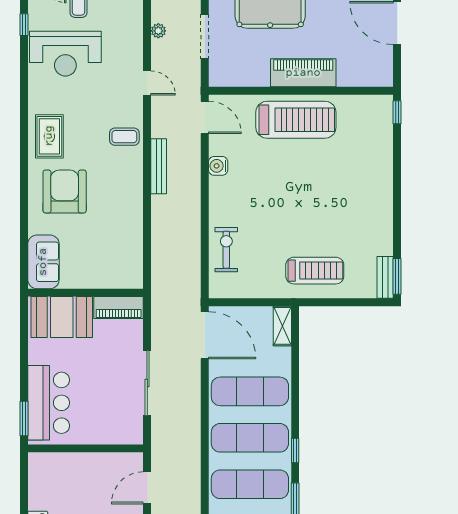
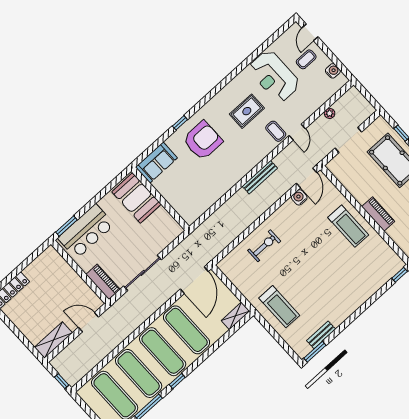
window: (24, 25) -> (180, 123), moved
piano: (303, 73) -> (378, 214), width x0.73, depth x0.75
treadmill: (296, 120) -> (348, 226), width x0.73, depth x0.73
rug: (49, 136) -> (247, 111), moved
coffee table: (124, 137) -> (276, 131), moved
water cooler: (218, 166) -> (299, 197), moved
exercise bike: (226, 250) -> (264, 246), moved
bench: (385, 277) -> (321, 335), moved
piano: (119, 308) -> (103, 282), moved, turned 180

